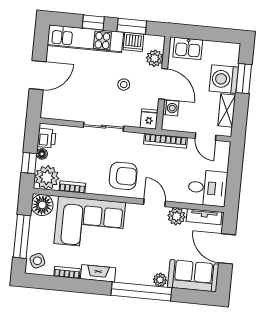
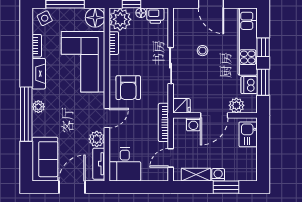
washing machine: (224, 79) -> (218, 175), width x0.53, depth x0.53
stool: (124, 85) -> (202, 51), moved
plant: (160, 280) -> (38, 107), moved

